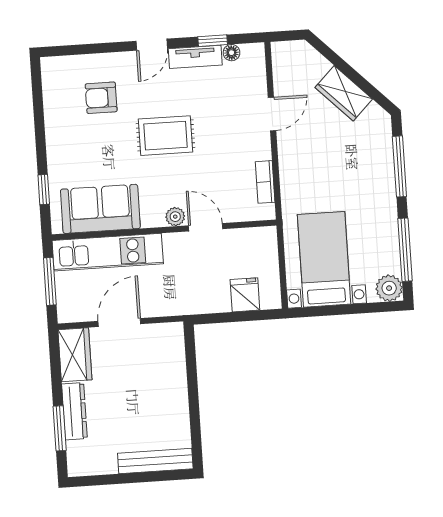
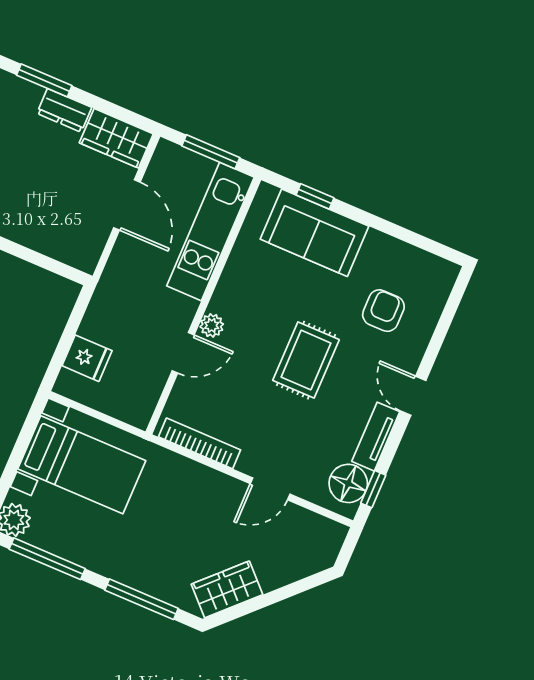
window: (213, 41) -> (373, 489), moved
floor lamp: (232, 53) -> (348, 483), width x1.89, depth x1.89
wardrobe: (344, 93) -> (227, 589), moved
door: (272, 114) -> (270, 489), hinge flipped
bookcase: (265, 182) -> (199, 443), width x1.56
sofa: (100, 209) -> (314, 233), moved, turned 90
dresser: (74, 411) -> (64, 110), width x0.70

